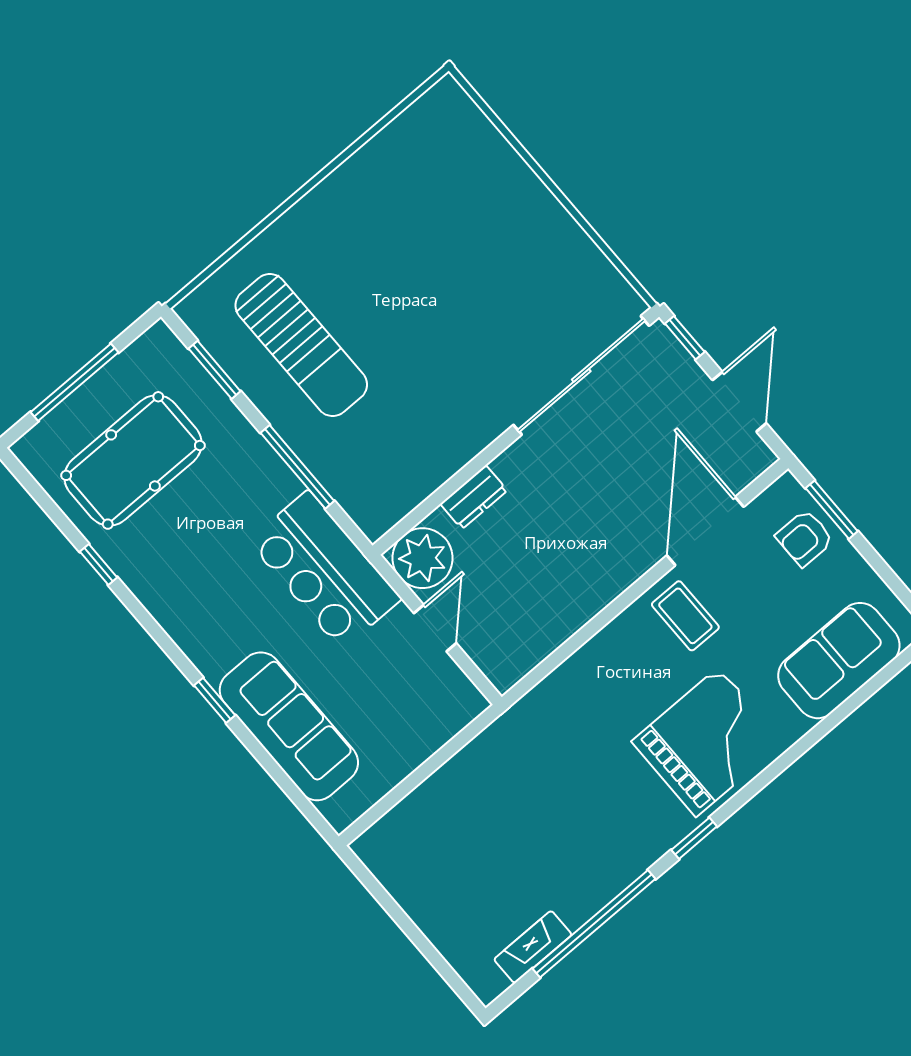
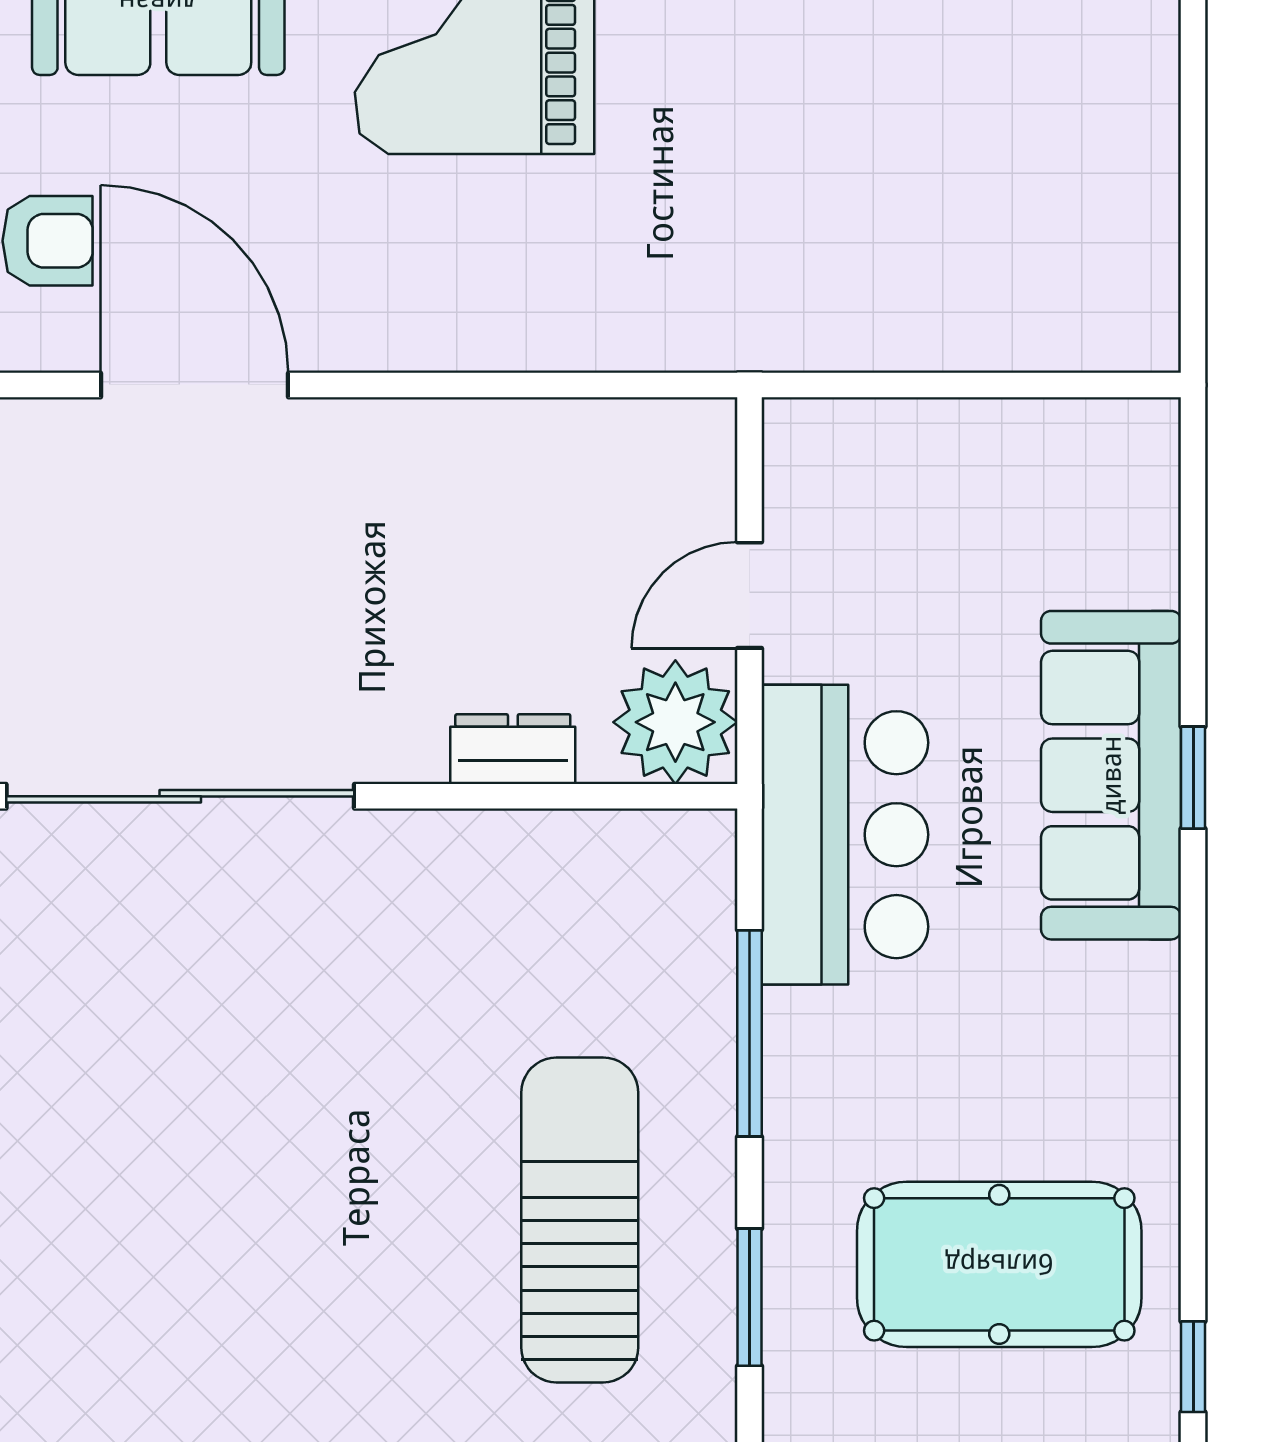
door: (705, 531) -> (195, 385), swing flipped
window: (99, 564) -> (1193, 1367), moved
coffee table: (685, 616) -> (340, 278), removed
sofa: (289, 726) -> (1111, 775), moved

